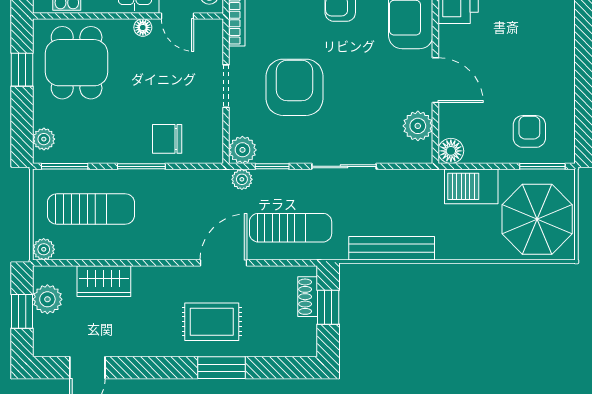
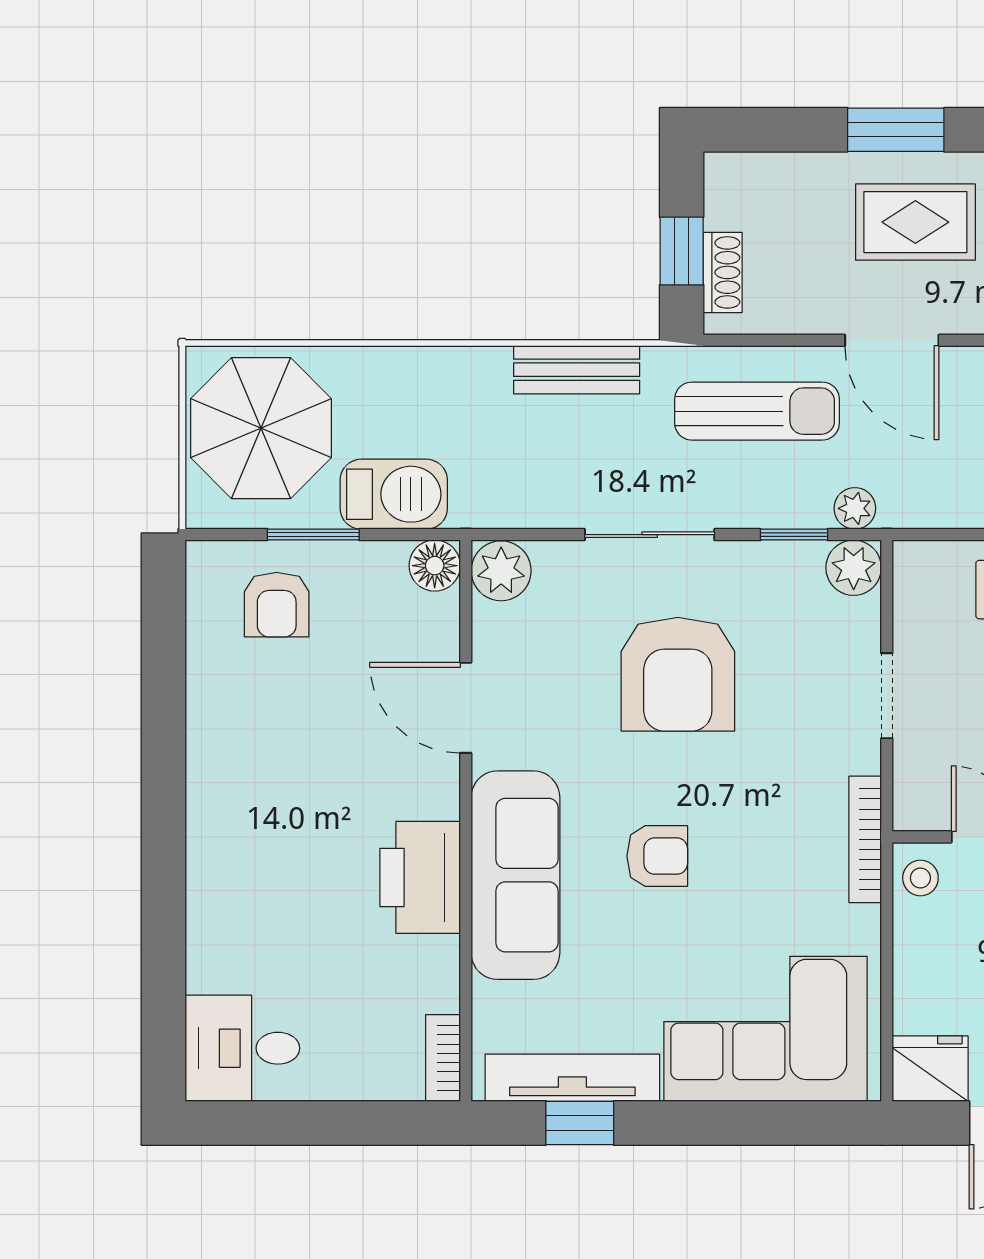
armchair: (294, 87) -> (678, 674), moved
plant: (418, 126) -> (501, 571), moved
window: (542, 166) -> (313, 535), moved
sun lounger: (291, 228) -> (757, 411), turned 180
bench: (392, 248) -> (577, 370), width x0.73
door: (223, 263) -> (892, 340), hinge flipped

